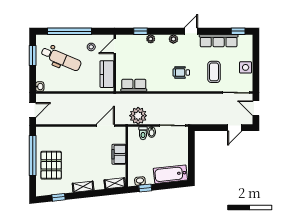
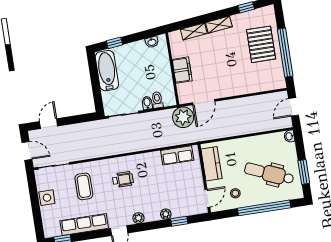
plant: (138, 116) -> (183, 117), moved
bathtub: (170, 174) -> (107, 71), moved, turned -84
shelving: (115, 183) -> (194, 31), moved
window: (145, 188) -> (114, 43), moved

